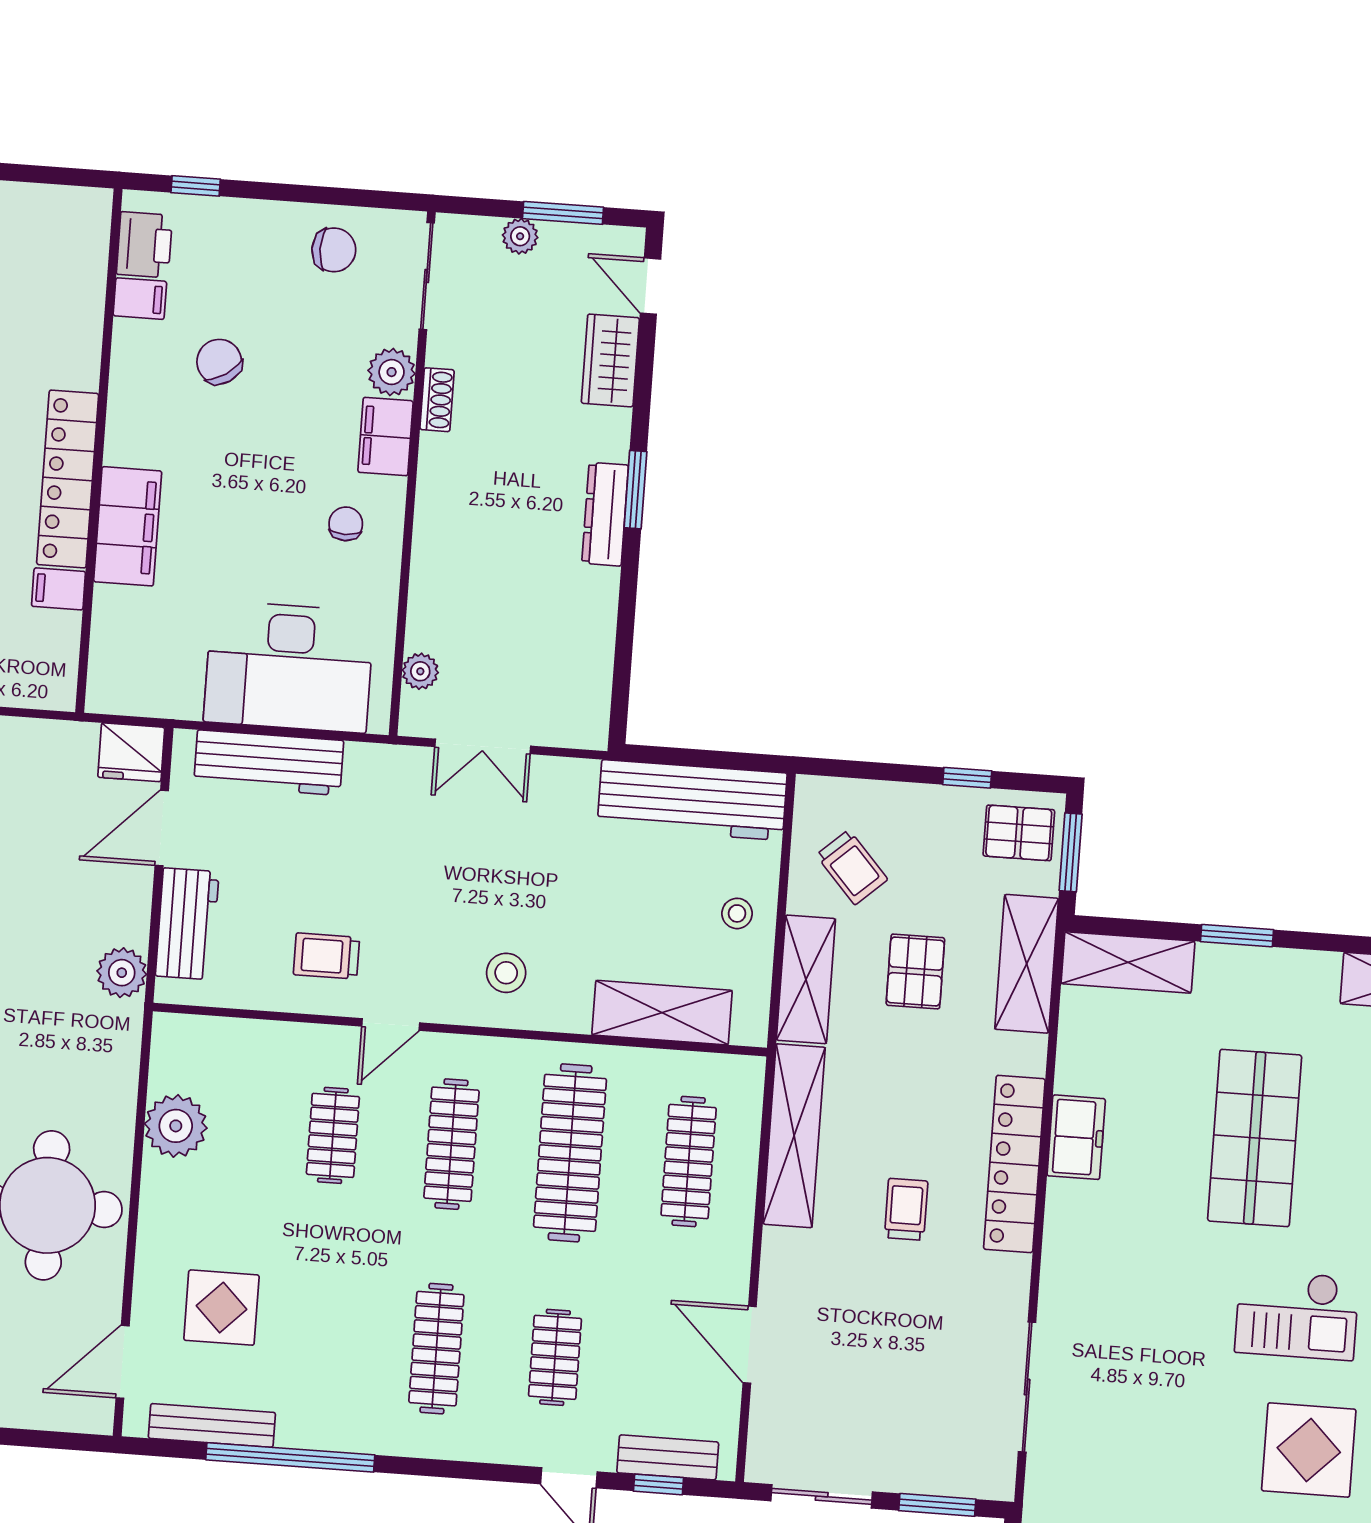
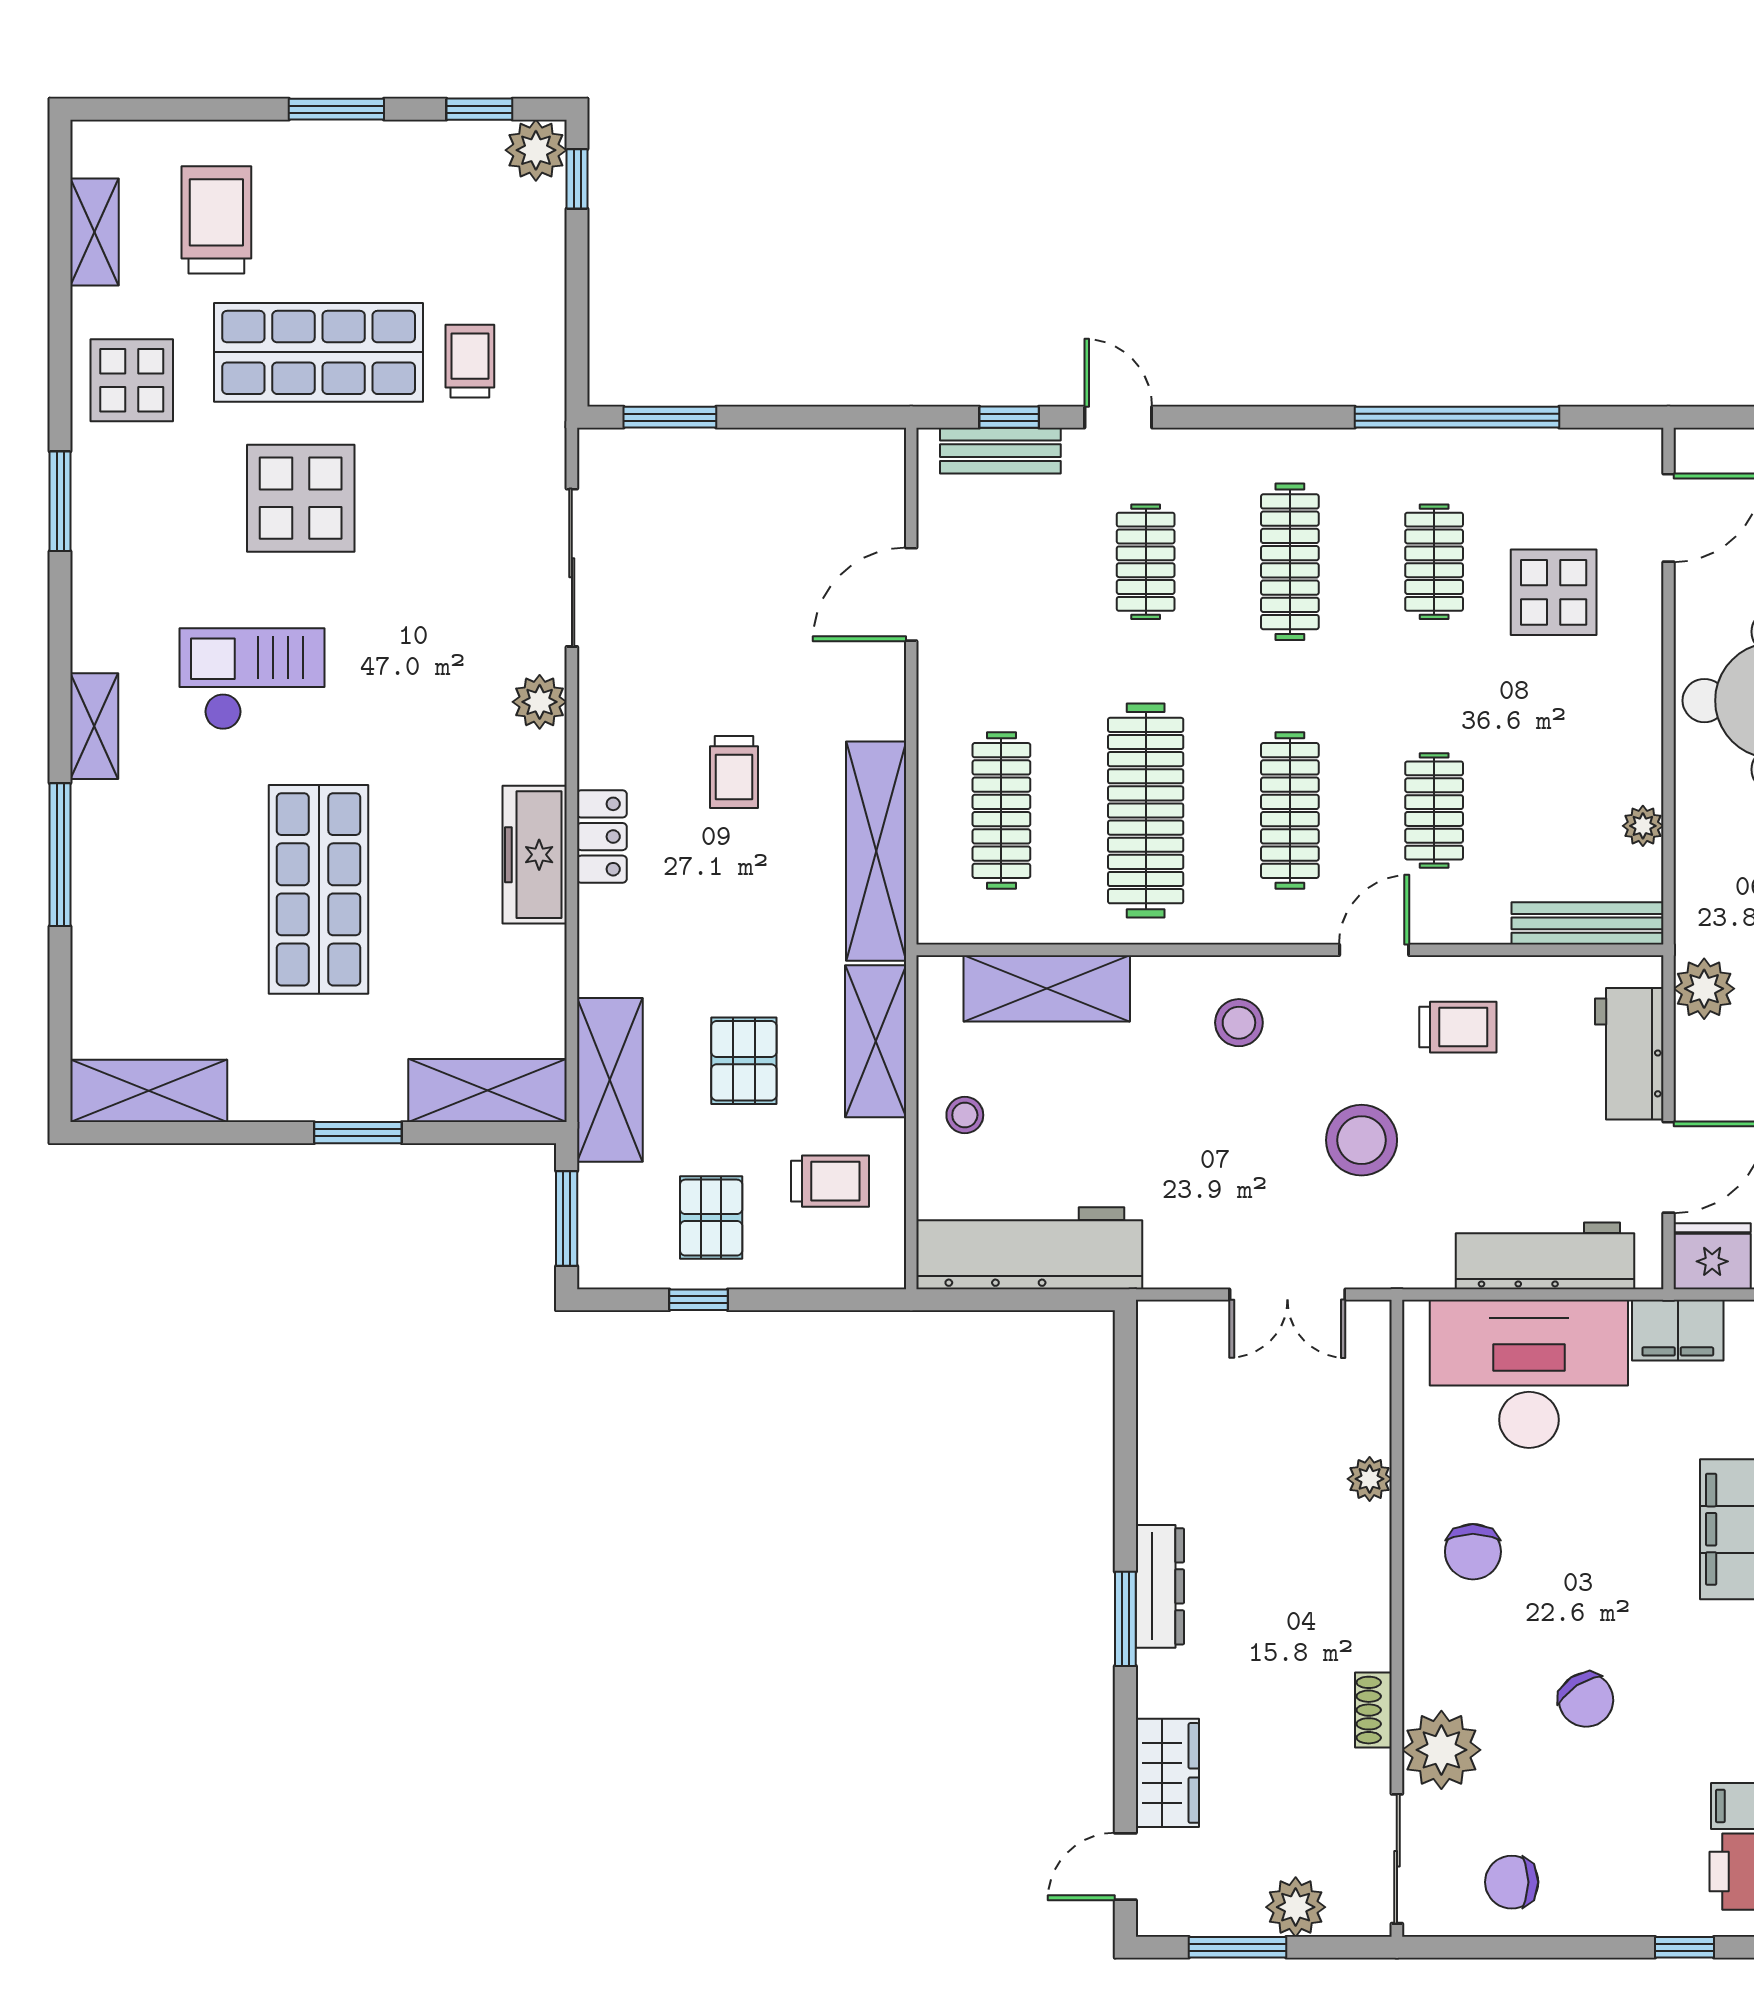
plant: (520, 236) -> (1296, 1907), width x1.38, depth x1.38
door: (650, 286) -> (1125, 1867), swing flipped
chair: (219, 362) -> (1586, 1700), moved
plant: (392, 372) -> (1441, 1750), width x1.36, depth x1.36
filing cabinet: (385, 437) -> (1678, 1330), moved, turned 90
chair: (346, 524) -> (1473, 1552), width x1.37, depth x1.37
plant: (420, 671) -> (1370, 1479), moved
double door: (483, 746) -> (1287, 1295), swing flipped
pallet: (1019, 833) -> (711, 1218), moved, turned 90
trolley: (852, 867) -> (830, 1181), turned 132
stool: (412, 869) -> (1362, 1140), added
plant: (176, 1126) -> (1643, 826), width x0.53, depth x0.53
freezer: (1076, 1137) -> (535, 855), width x1.40
locker: (1014, 1164) -> (602, 837), width x0.46, depth x0.83
plant: (1062, 1279) -> (540, 702), added
clothes rail: (318, 1340) -> (1434, 562), added
door: (750, 1345) -> (911, 594), swing flipped
bench: (212, 1425) -> (1587, 923), moved
display table: (1309, 1450) -> (301, 498), moved
sliding door: (822, 1496) -> (811, 417), removed

